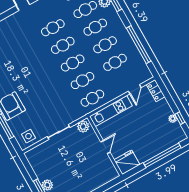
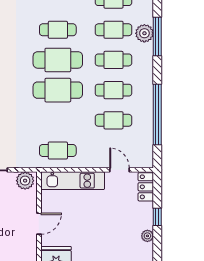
cafe table: (63, 45) -> (58, 60), width x1.37, depth x1.35
cafe table: (73, 63) -> (58, 90), width x1.37, depth x1.35
cafe table: (82, 81) -> (58, 120), removed
door: (135, 89) -> (119, 170), swing flipped
window: (180, 118) -> (157, 217), moved

